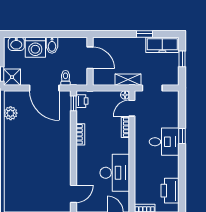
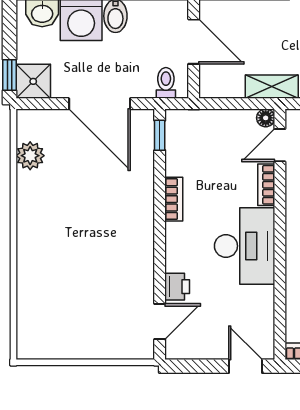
toilet: (66, 78) -> (166, 83), moved
printer: (82, 101) -> (177, 287), moved
desk: (115, 173) -> (245, 246), moved

